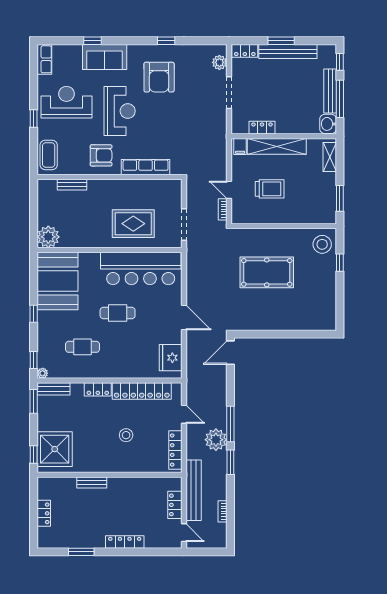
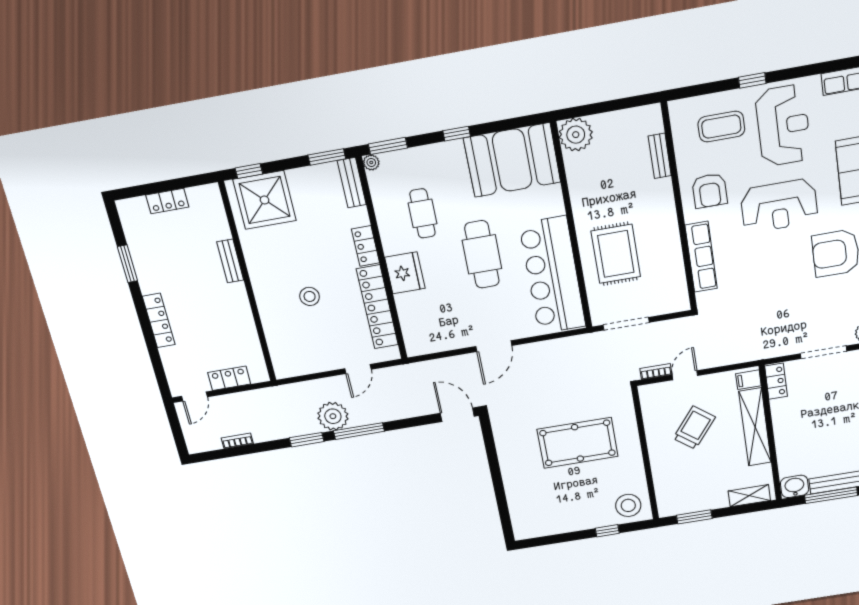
locker: (262, 128) -> (776, 381), moved
coffee table: (49, 155) -> (721, 127), moved
trolley: (270, 189) -> (694, 428), turned -142
pool table: (267, 272) -> (577, 443), turned 90
cafe table: (118, 313) -> (482, 254), width x1.37, depth x1.35
fridge: (171, 358) -> (405, 273), moved, turned 90
window: (34, 360) -> (388, 146), width x1.50
locker: (175, 450) -> (305, 366), removed
bench: (194, 490) -> (256, 399), removed

